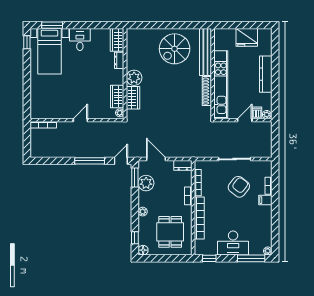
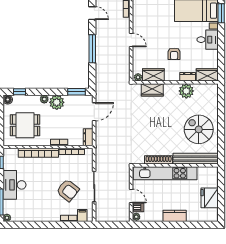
kitchen counter: (266, 74) -> (175, 216), width x0.67
armchair: (95, 75) -> (174, 54), added
plant: (134, 78) -> (186, 91), moved
door: (121, 161) -> (92, 13), moved
plant: (146, 183) -> (57, 102), moved
filing cabinet: (265, 200) -> (82, 215), moved

